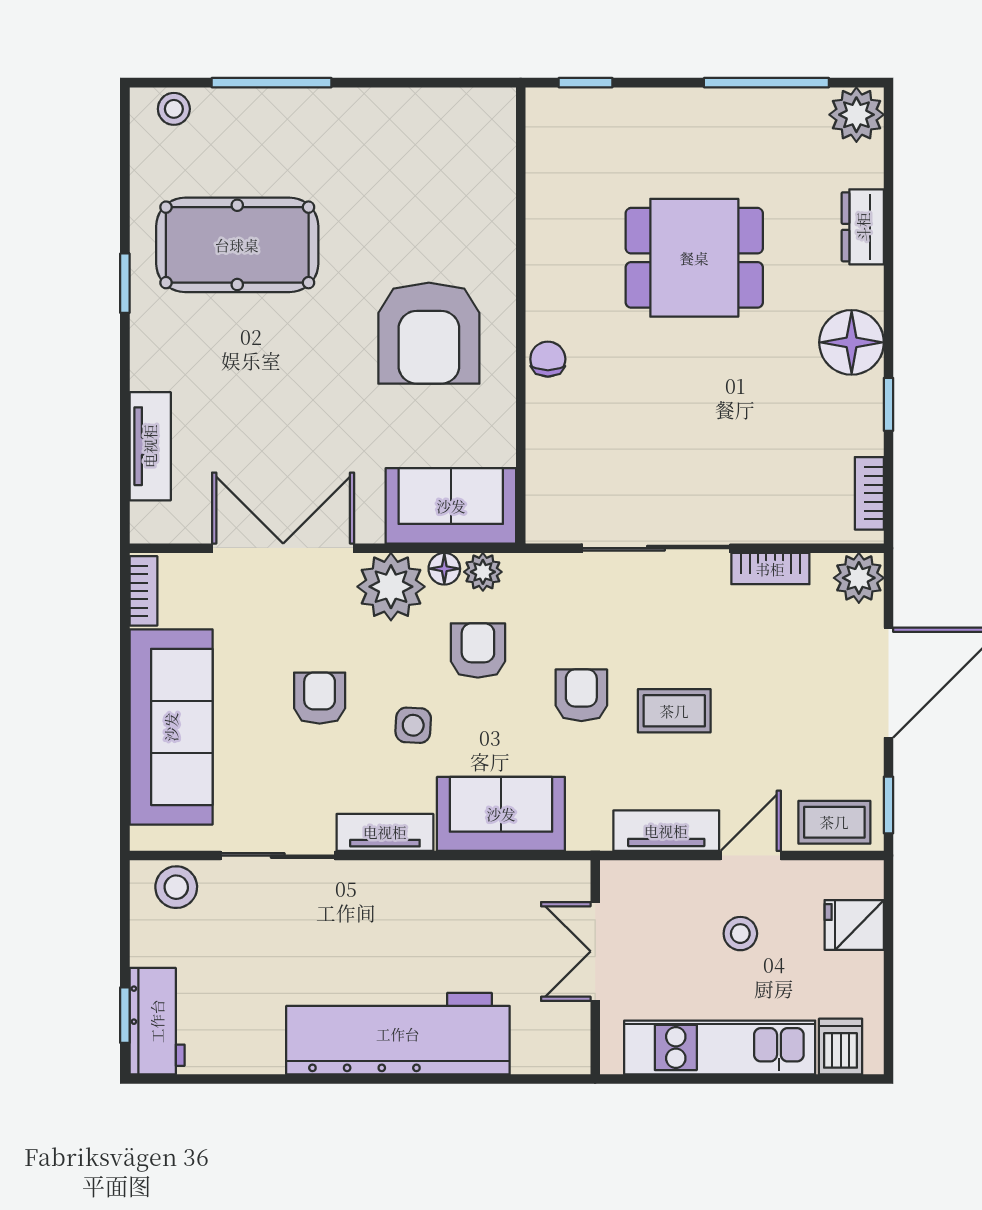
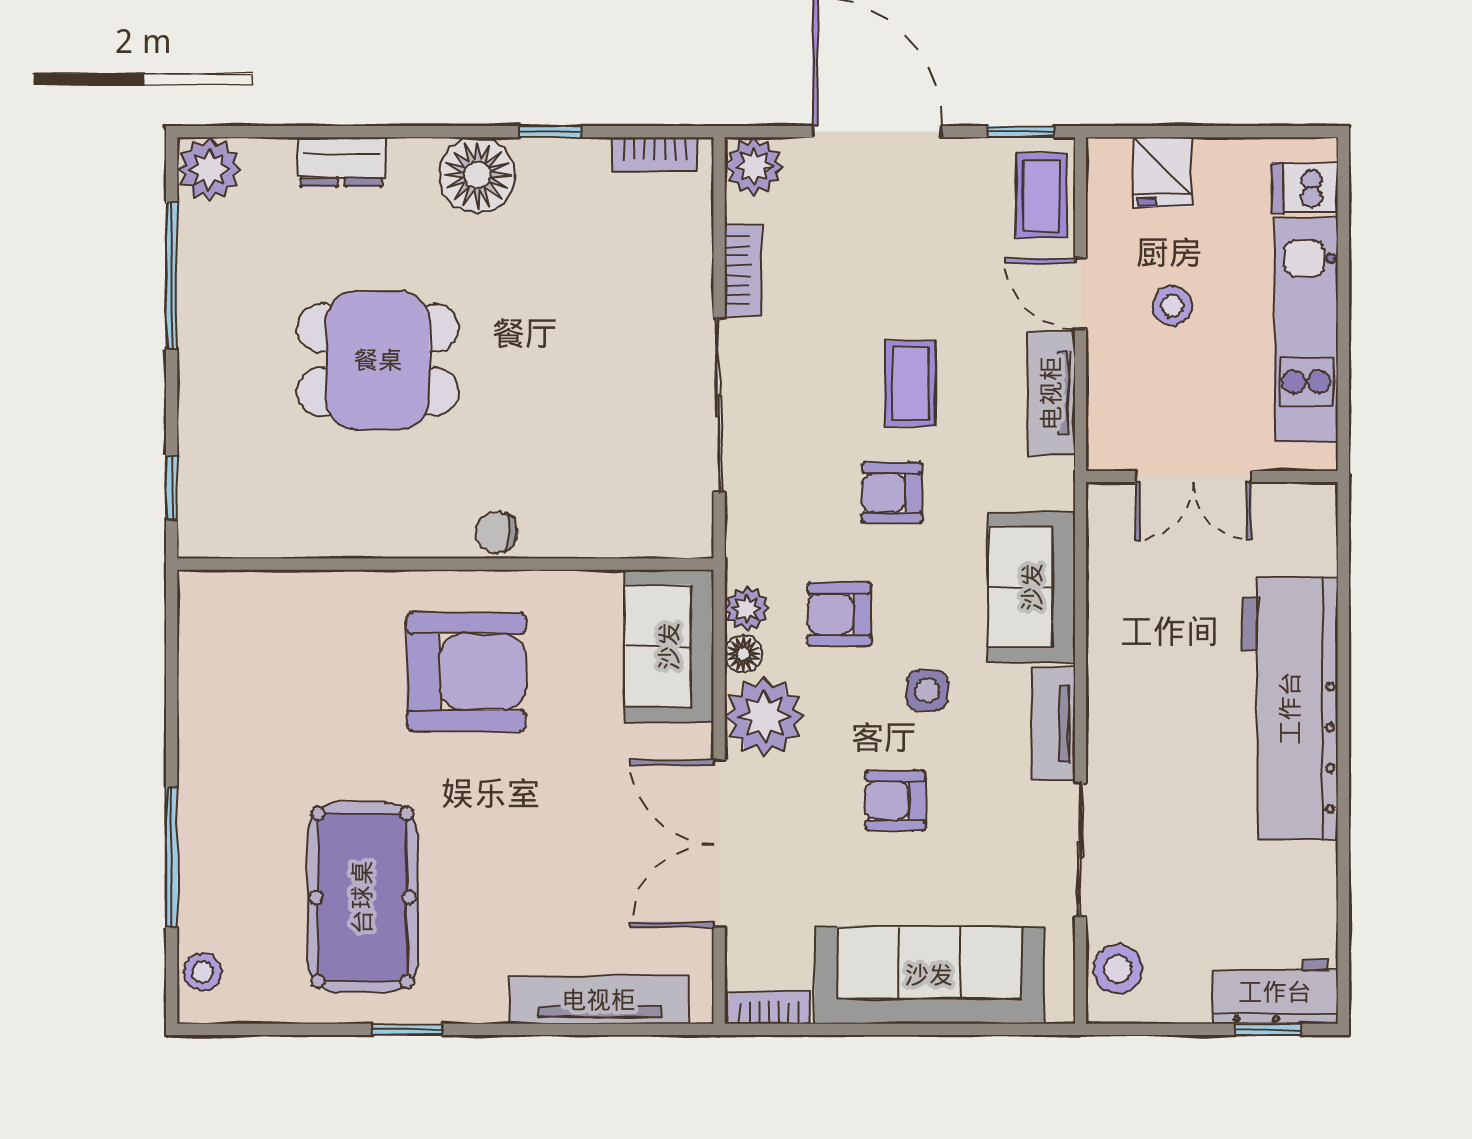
dining table: (694, 258) -> (378, 360), turned 90
tv unit: (150, 446) -> (599, 1000), width x1.41

